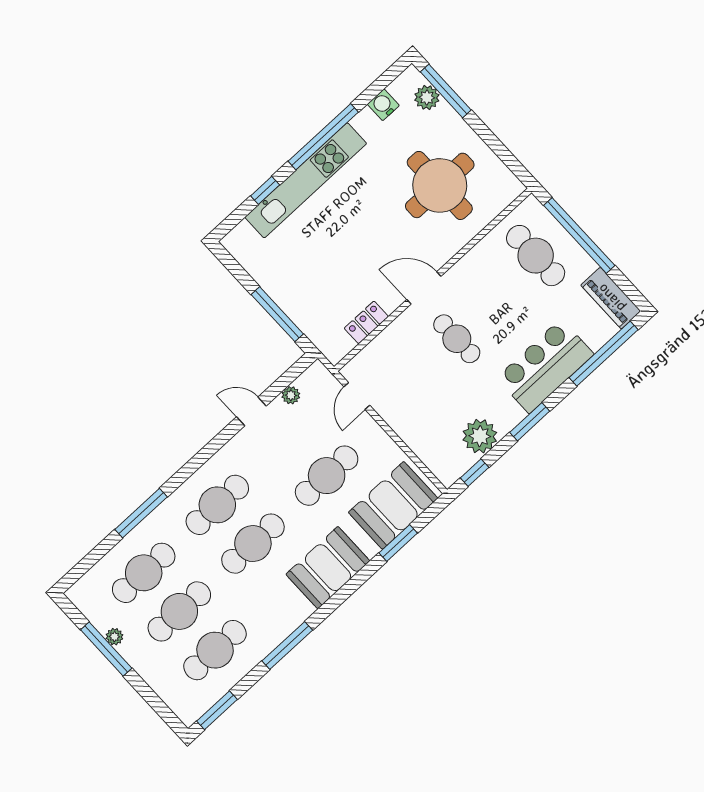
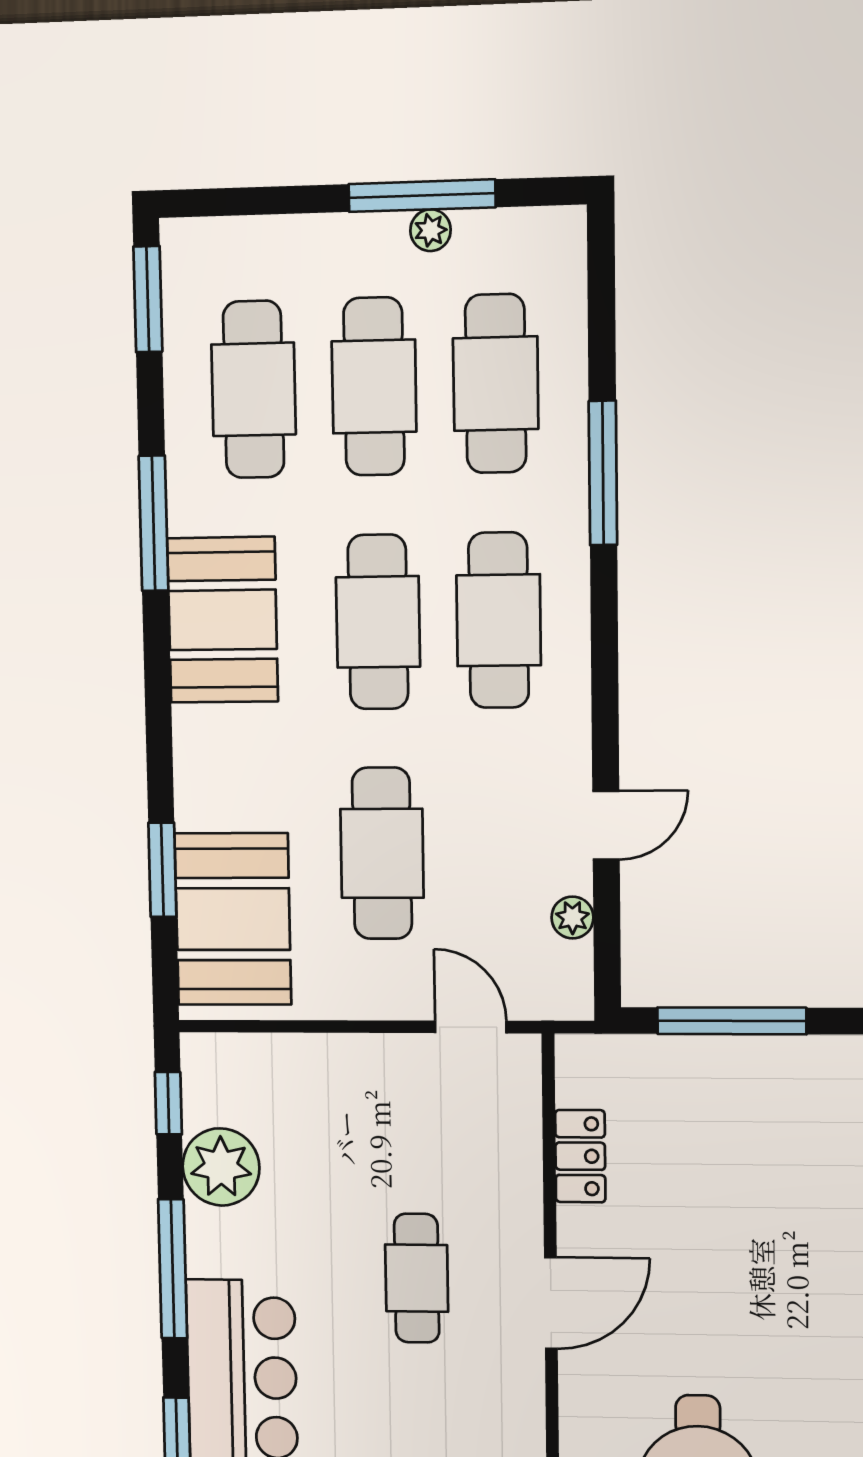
cafe table: (457, 339) -> (417, 1278), turned 90
window: (530, 422) -> (173, 1269), width x1.44
booth: (328, 568) -> (223, 620), moved

